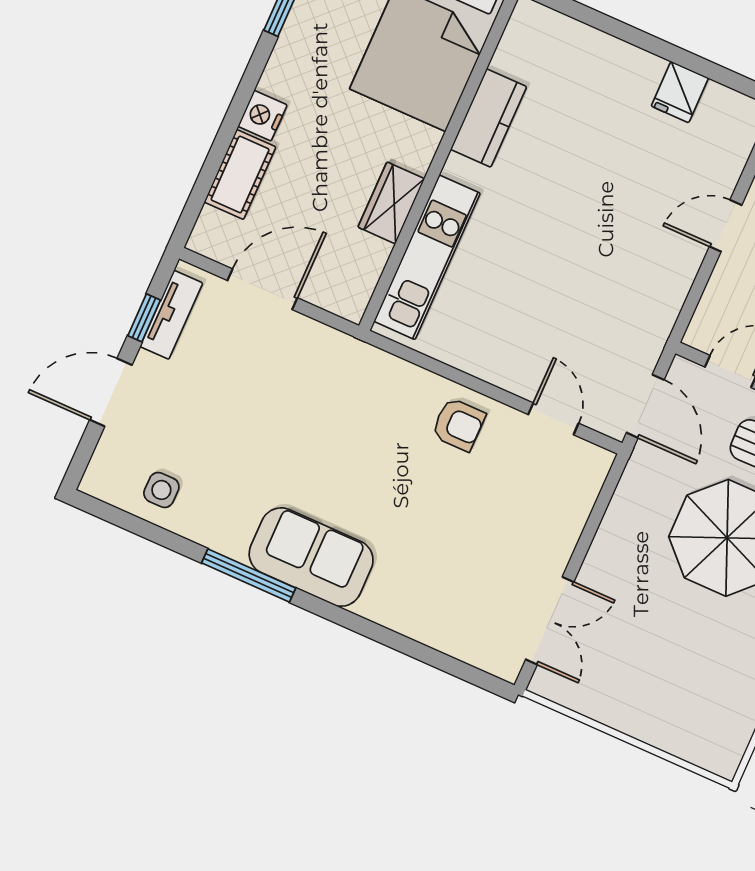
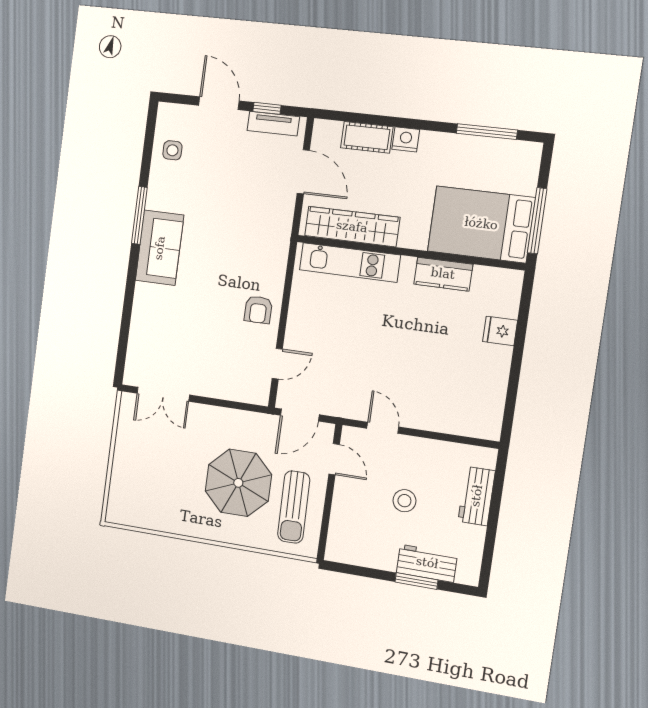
fridge: (680, 92) -> (500, 331), moved
wardrobe: (391, 203) -> (352, 227), width x2.10, depth x1.17
door: (726, 226) -> (383, 428), moved

